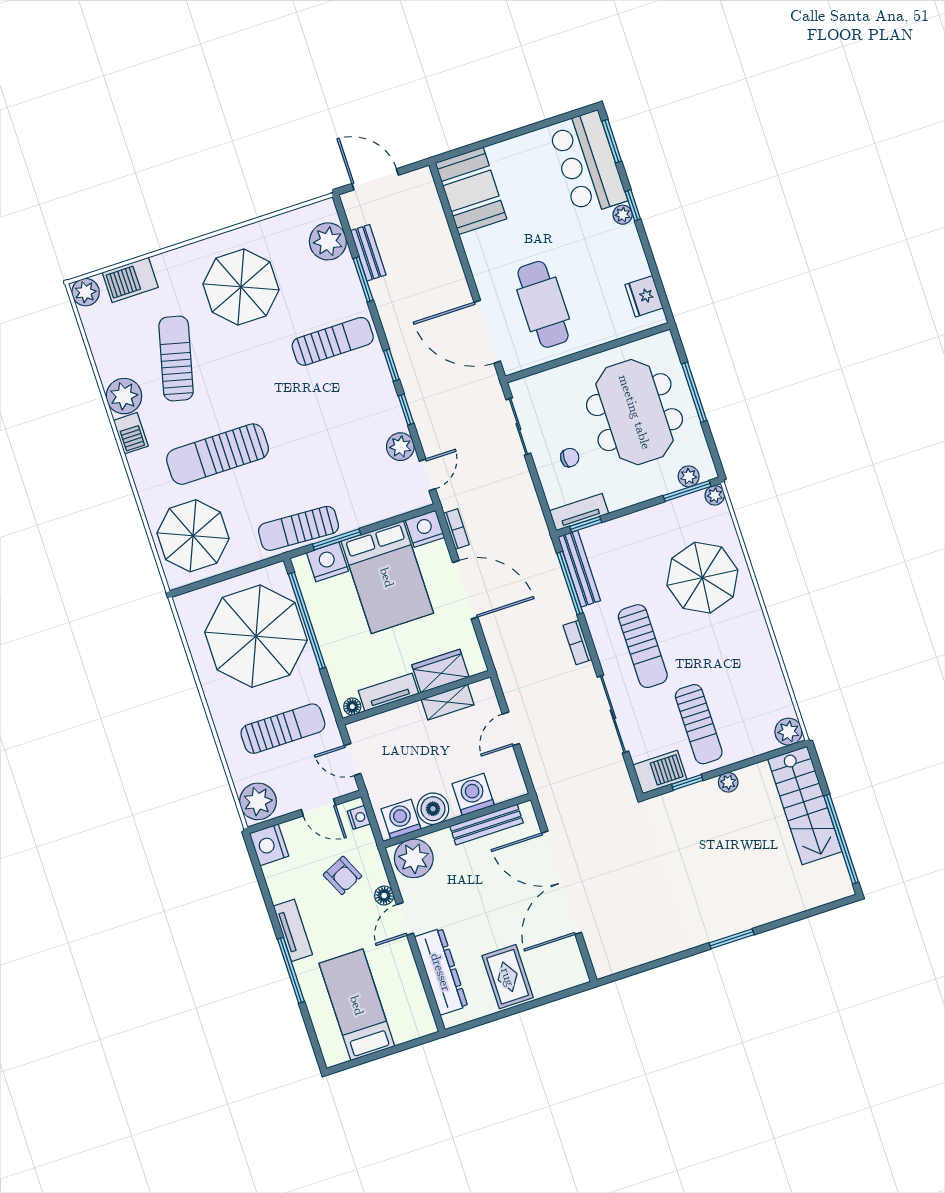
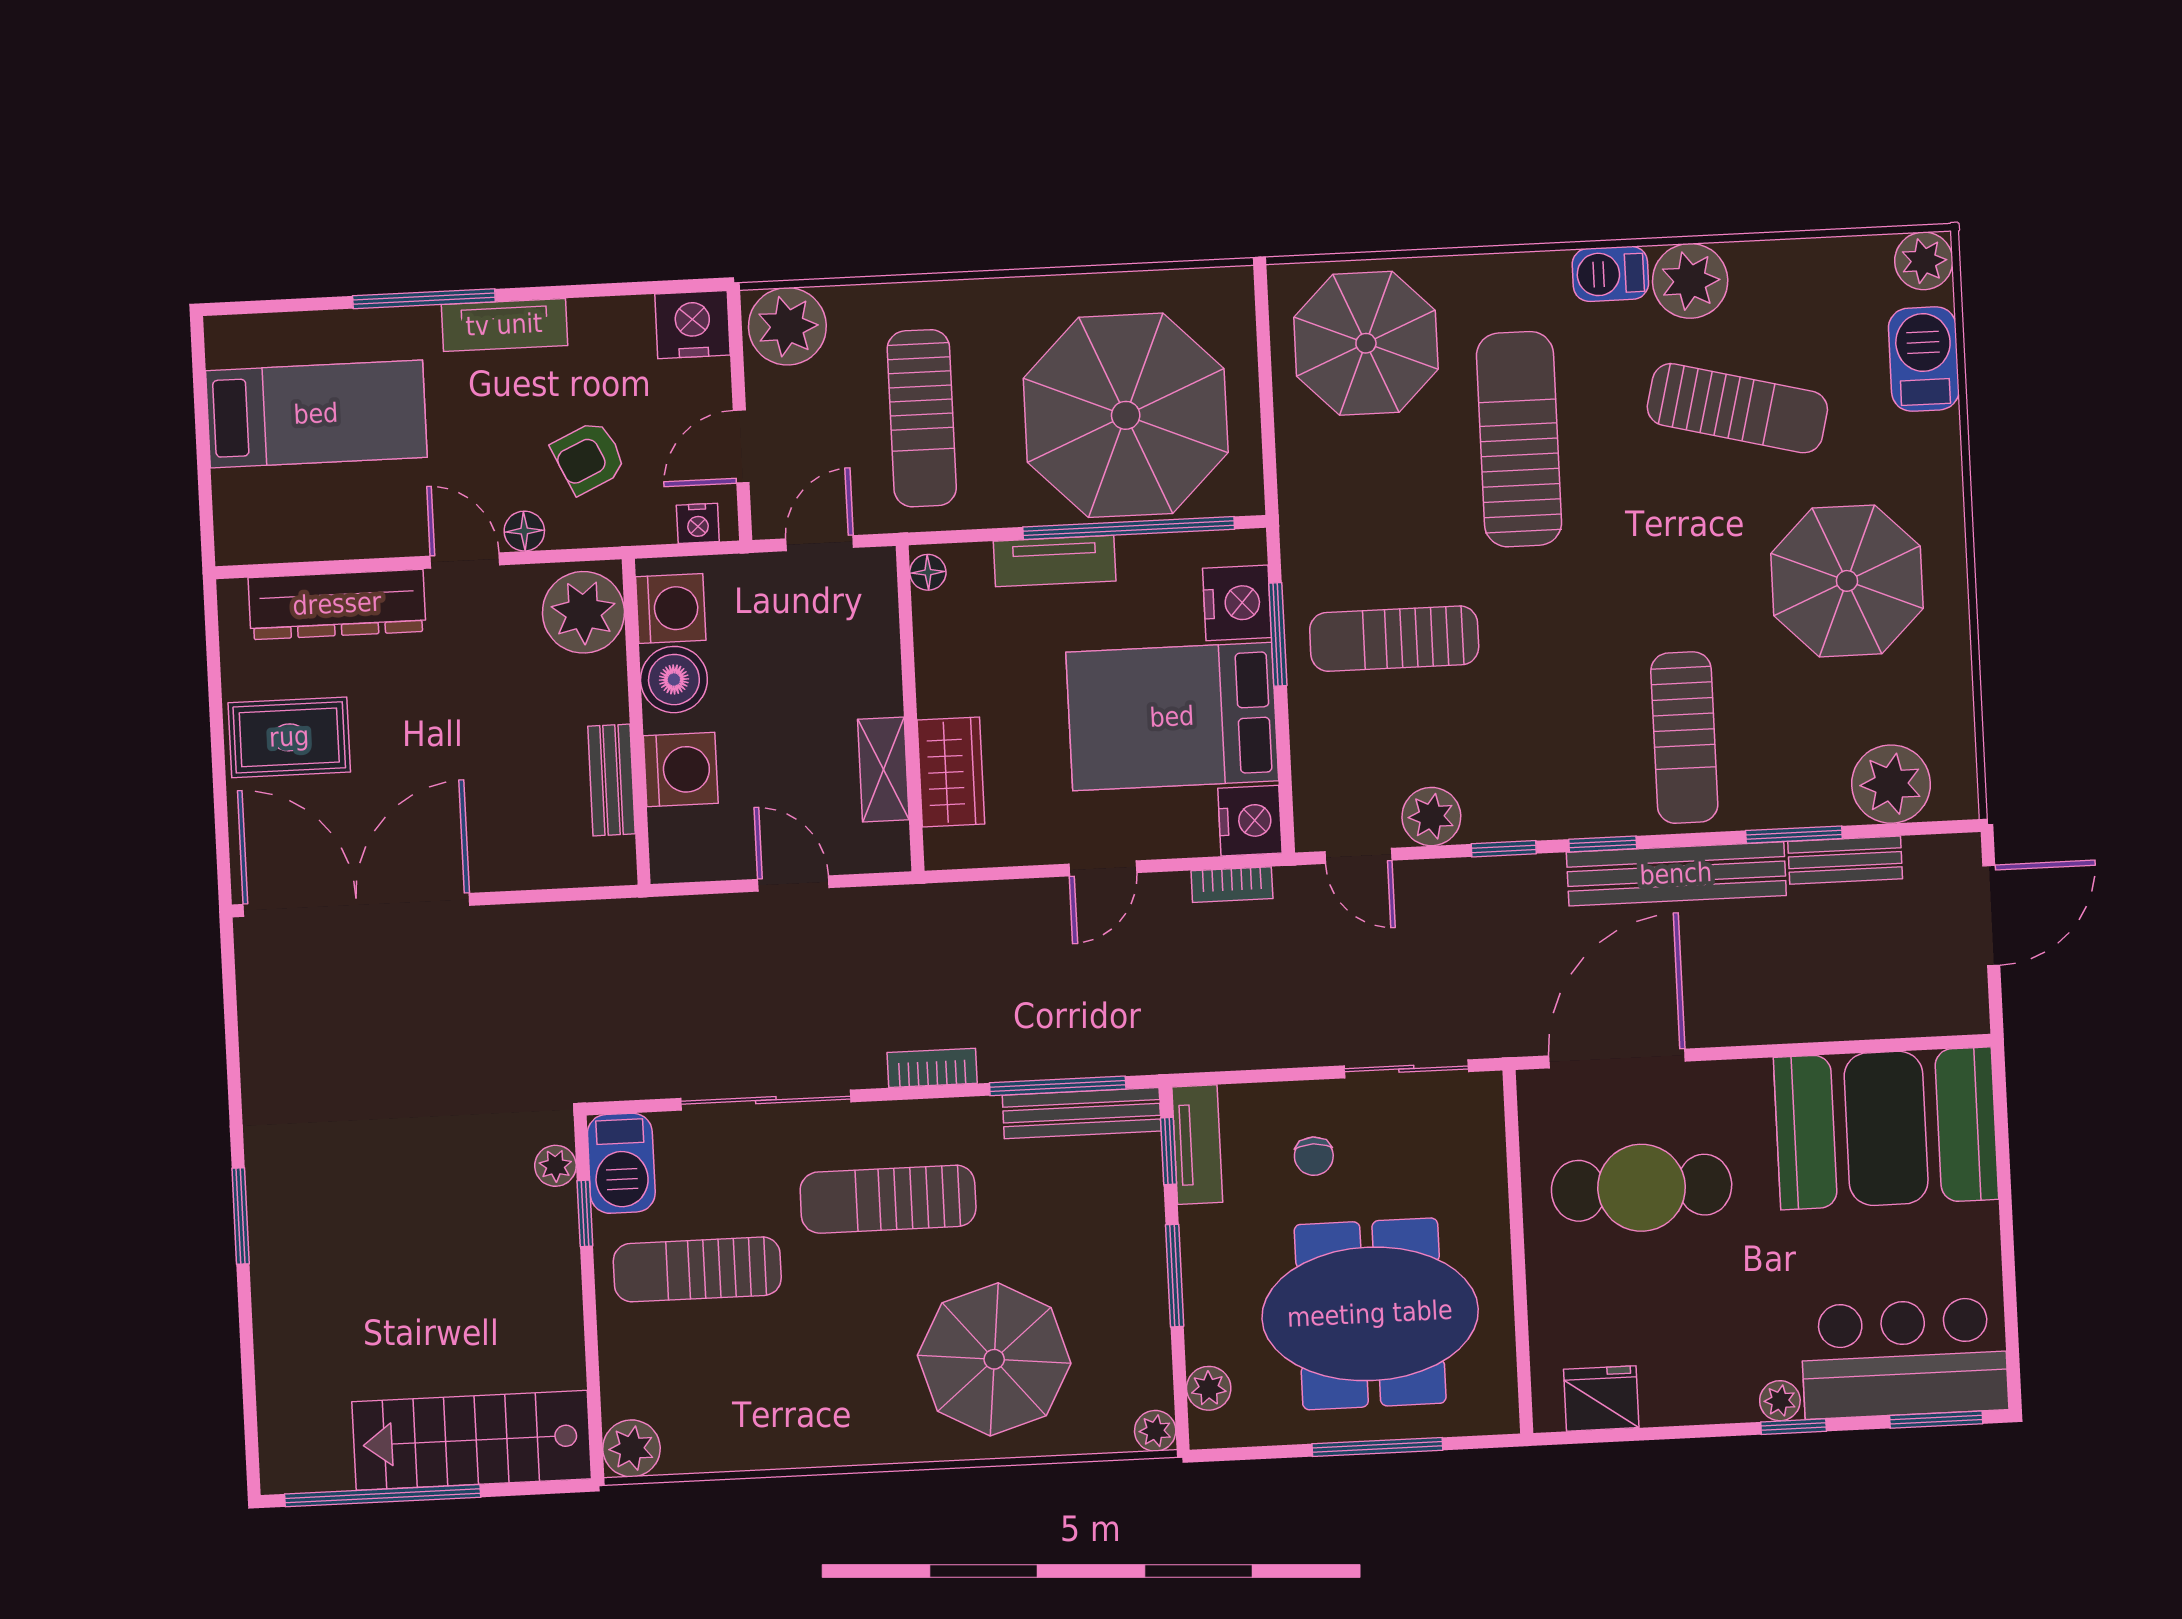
booth: (471, 191) -> (1886, 1128), width x1.36, depth x1.42
bench: (396, 328) -> (1676, 874), added
window: (687, 491) -> (1175, 1276), moved
sun lounger: (298, 528) -> (1394, 639), moved, turned -93
door: (465, 590) -> (1103, 868), width x0.53
tv unit: (389, 692) -> (1055, 561), moved, turned 90
plant: (728, 782) -> (555, 1166), moved
bench: (487, 825) -> (612, 780), width x0.73
double door: (561, 883) -> (356, 905), moved

